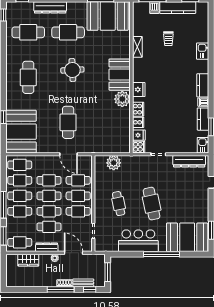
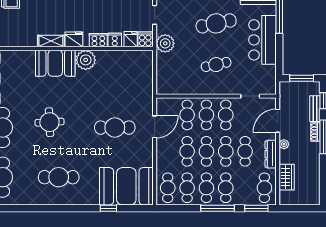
shelving: (137, 47) -> (51, 41), moved
plant: (114, 163) -> (165, 43), moved

